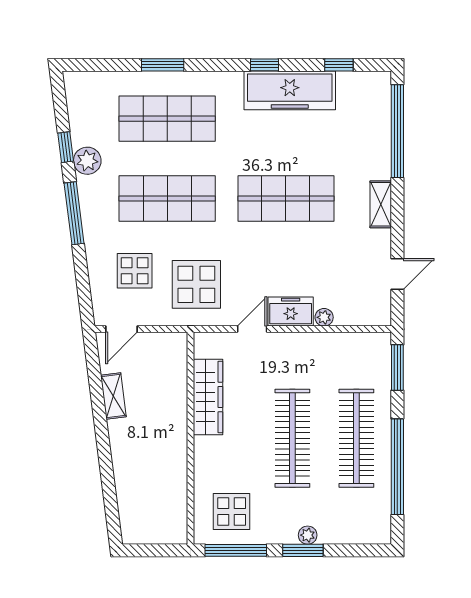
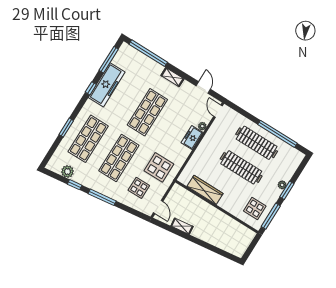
window: (339, 65) -> (109, 60), width x2.17
plant: (87, 161) -> (67, 171), moved
door: (252, 329) -> (218, 111), moved
window: (397, 368) -> (239, 110), removed

